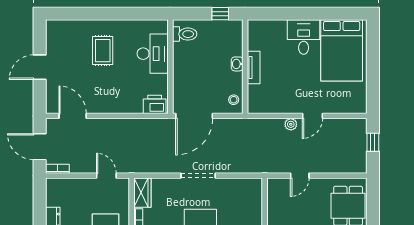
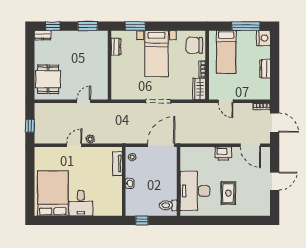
desk: (153, 54) -> (195, 191), width x1.36, depth x1.30
tv unit: (254, 68) -> (117, 164), moved
printer: (155, 104) -> (223, 154), moved

